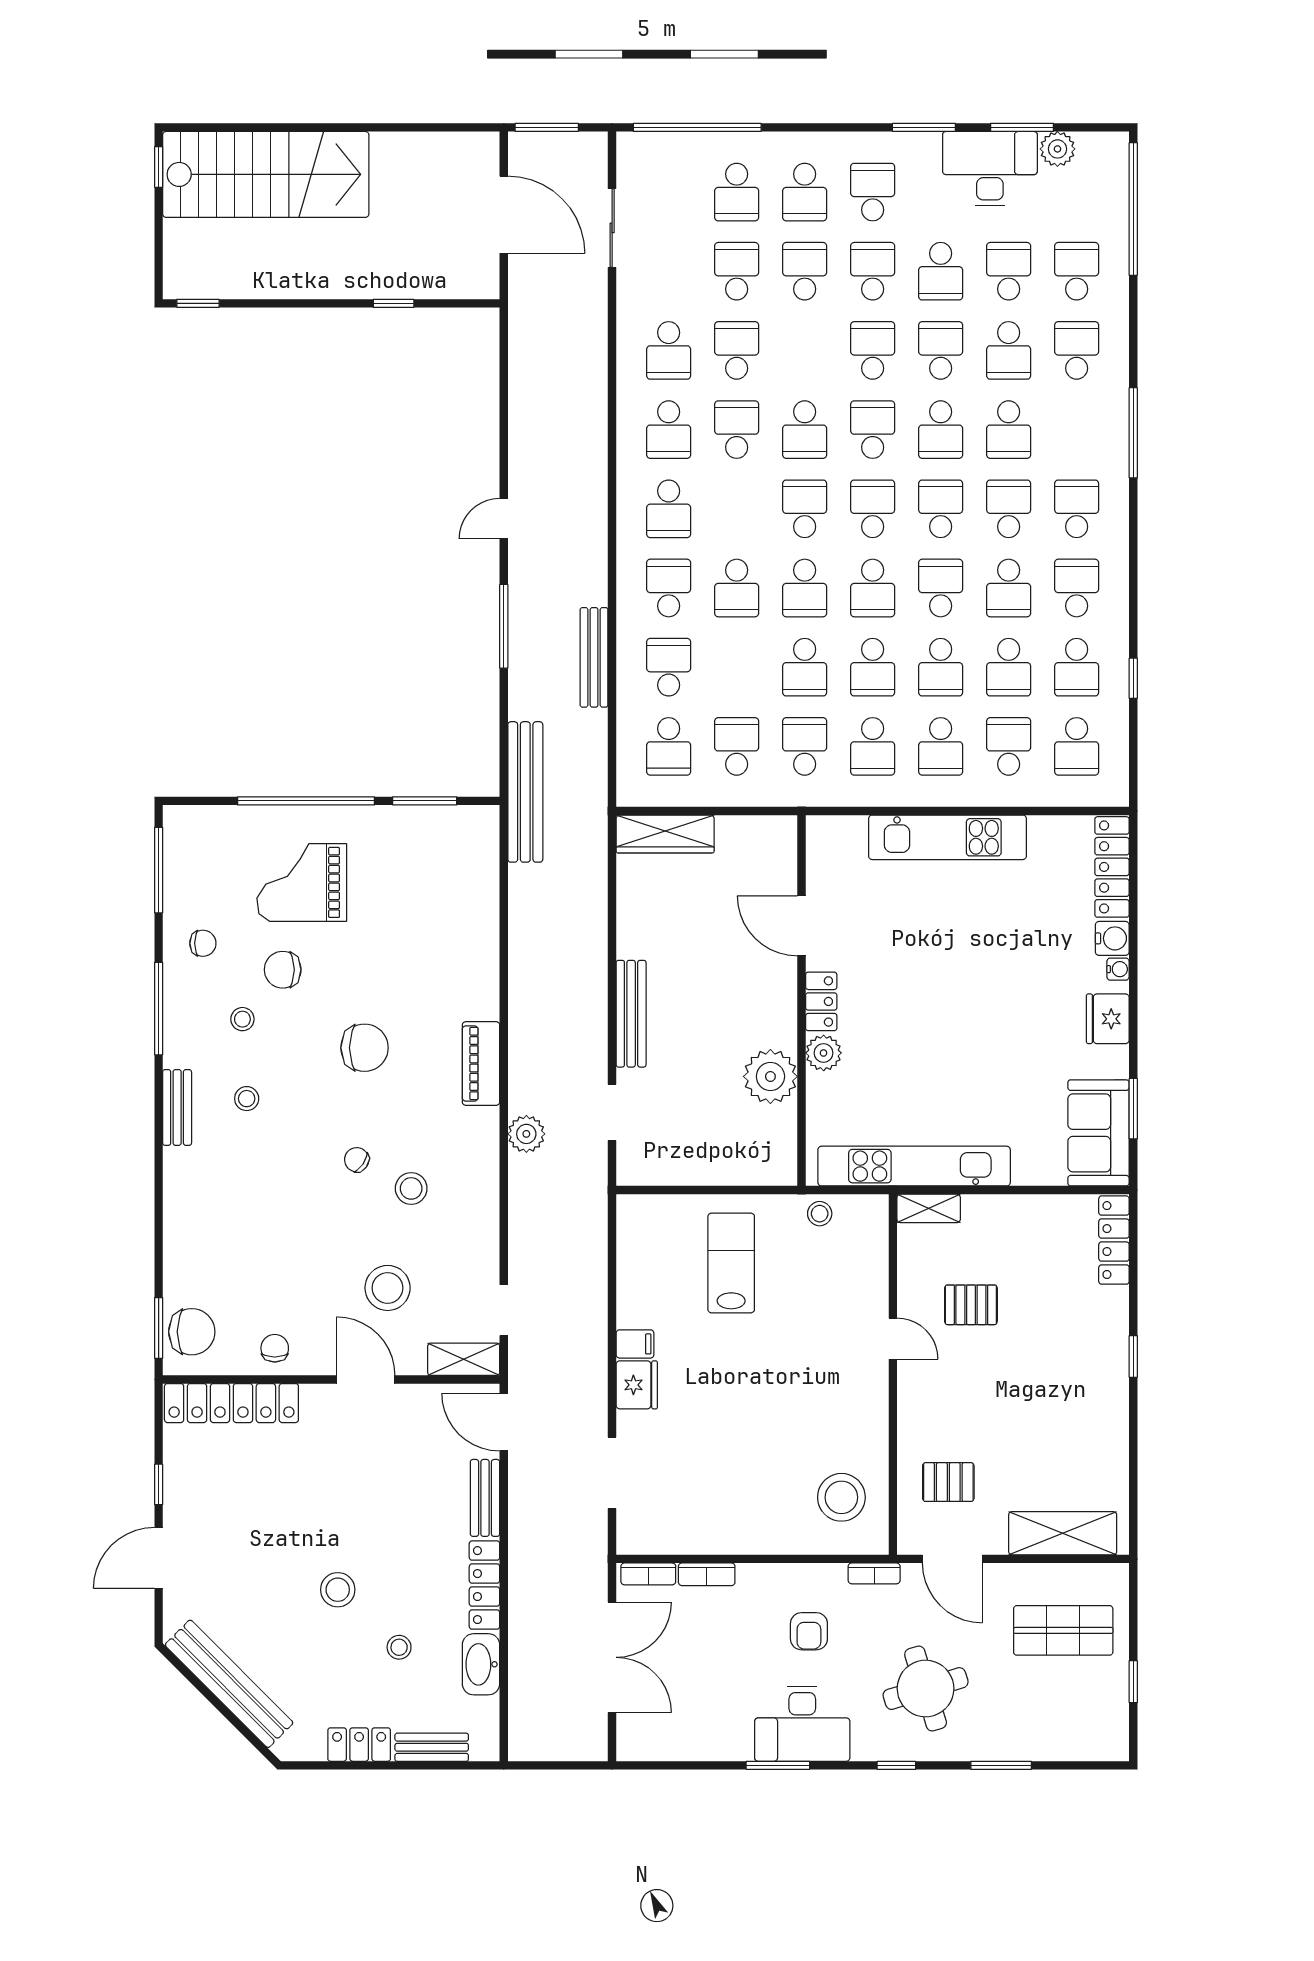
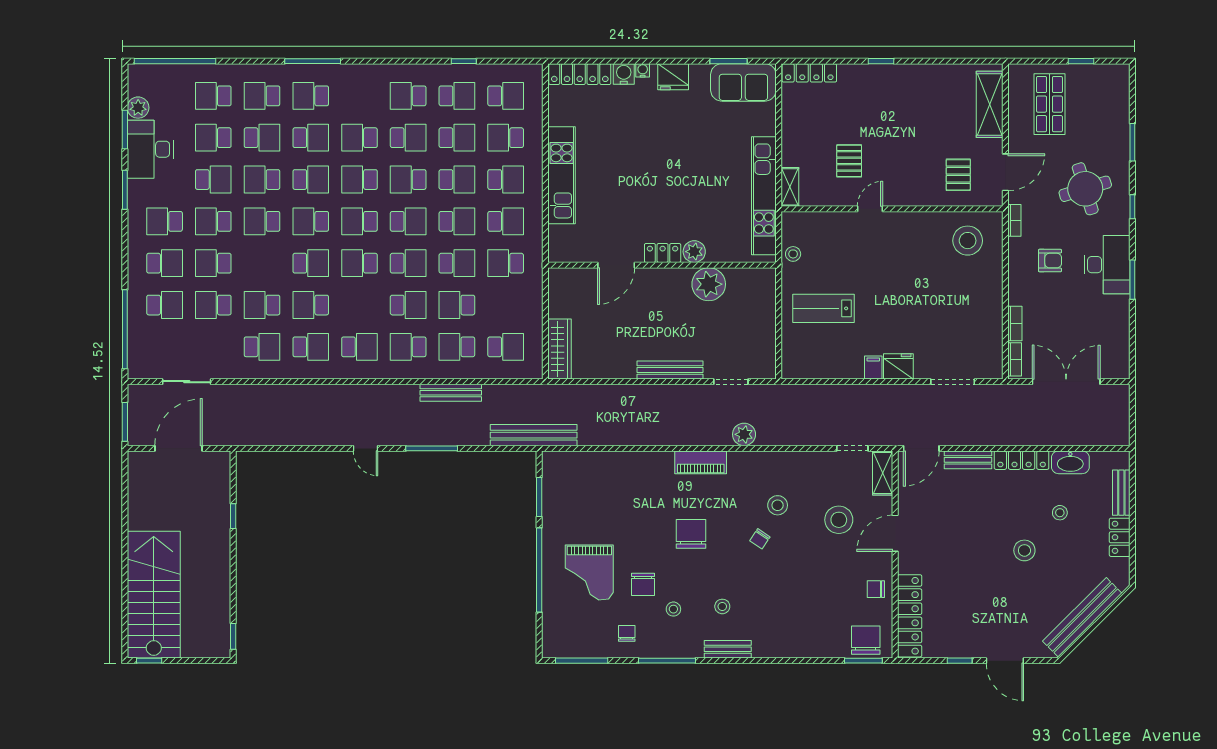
school desk: (1077, 509) -> (311, 96), moved
school desk: (737, 746) -> (457, 305), moved

